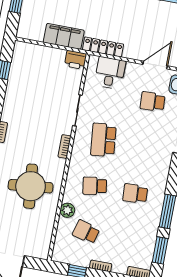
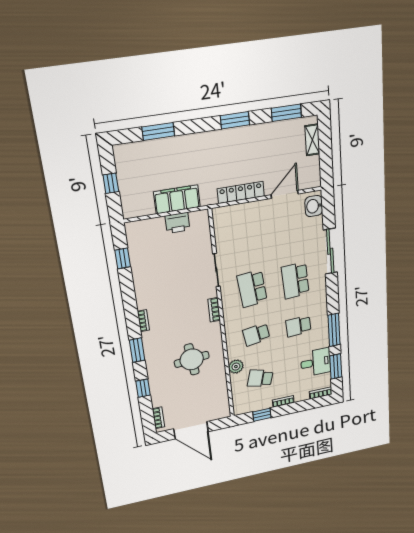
locker: (103, 47) -> (241, 192), moved
printer: (76, 60) -> (177, 223), moved
desk: (110, 73) -> (316, 362), moved, turned 90
school desk: (153, 102) -> (295, 280), moved, width x1.85
round table: (31, 186) -> (192, 359), width x0.73, depth x0.73

